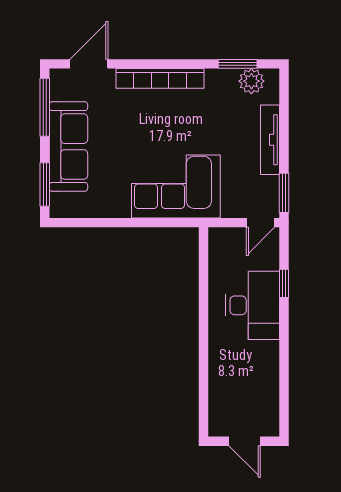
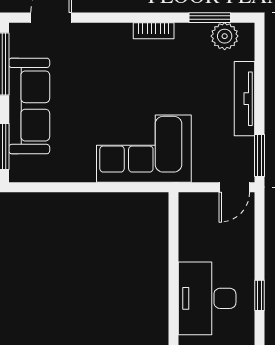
bookcase: (160, 78) -> (154, 31), width x0.43, depth x0.76
window: (284, 283) -> (259, 295), moved
desk: (253, 305) -> (207, 298), moved, turned 180

